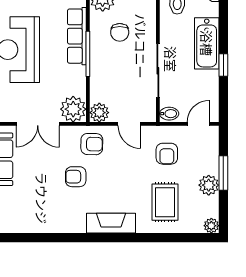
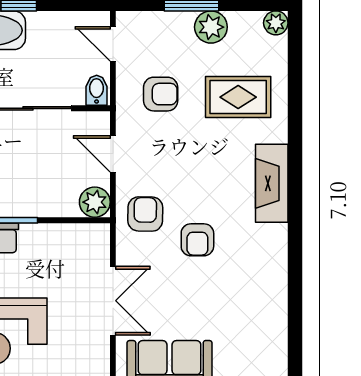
plant: (73, 109) -> (89, 244), removed
door: (129, 124) -> (113, 154), swing flipped

